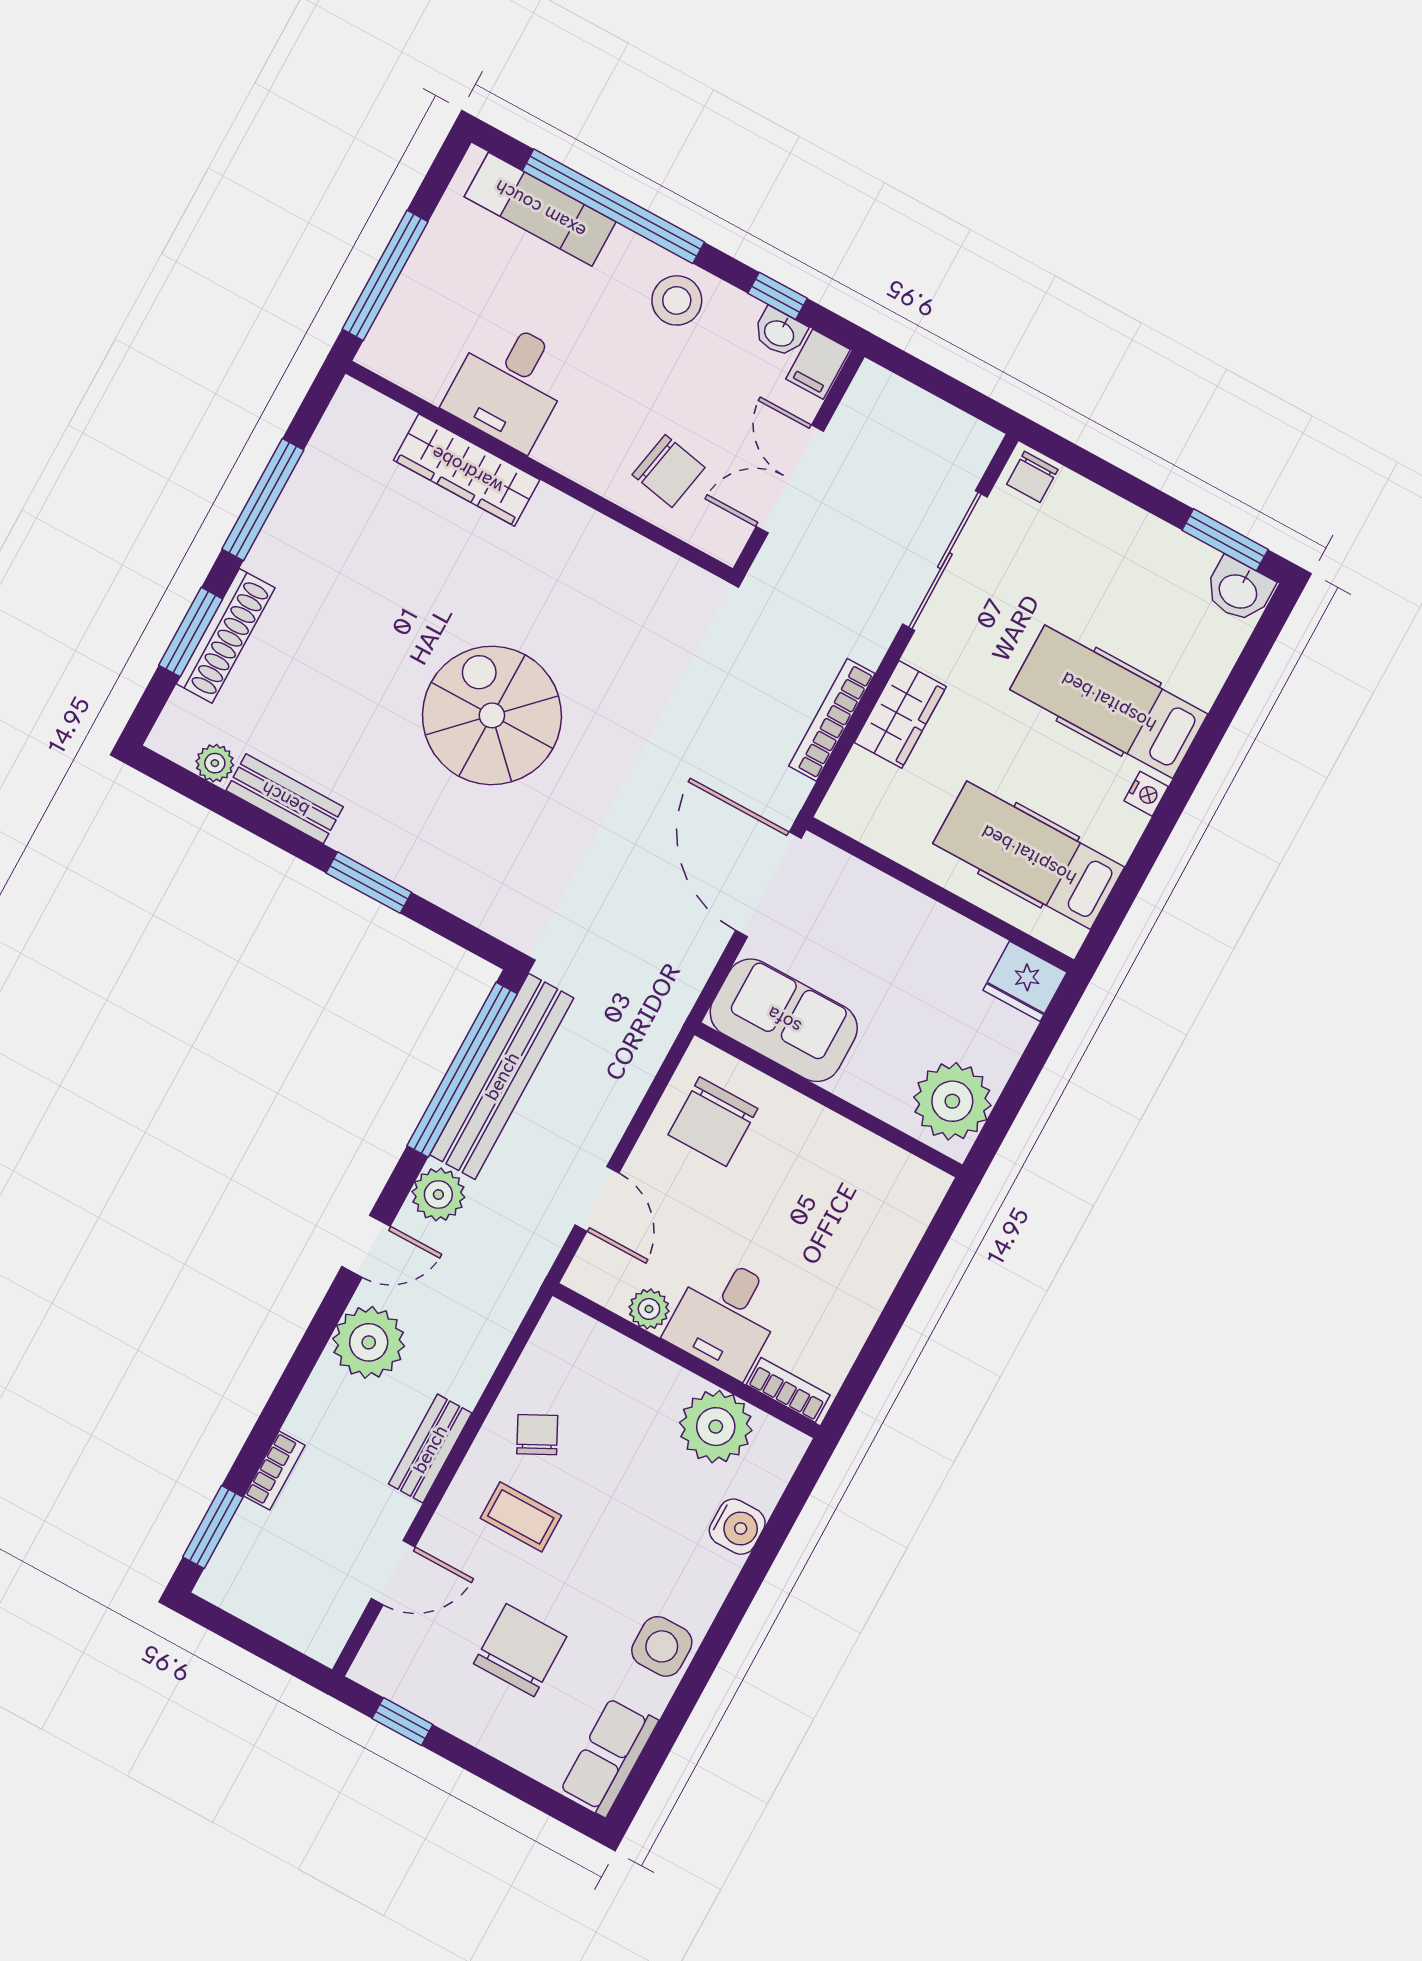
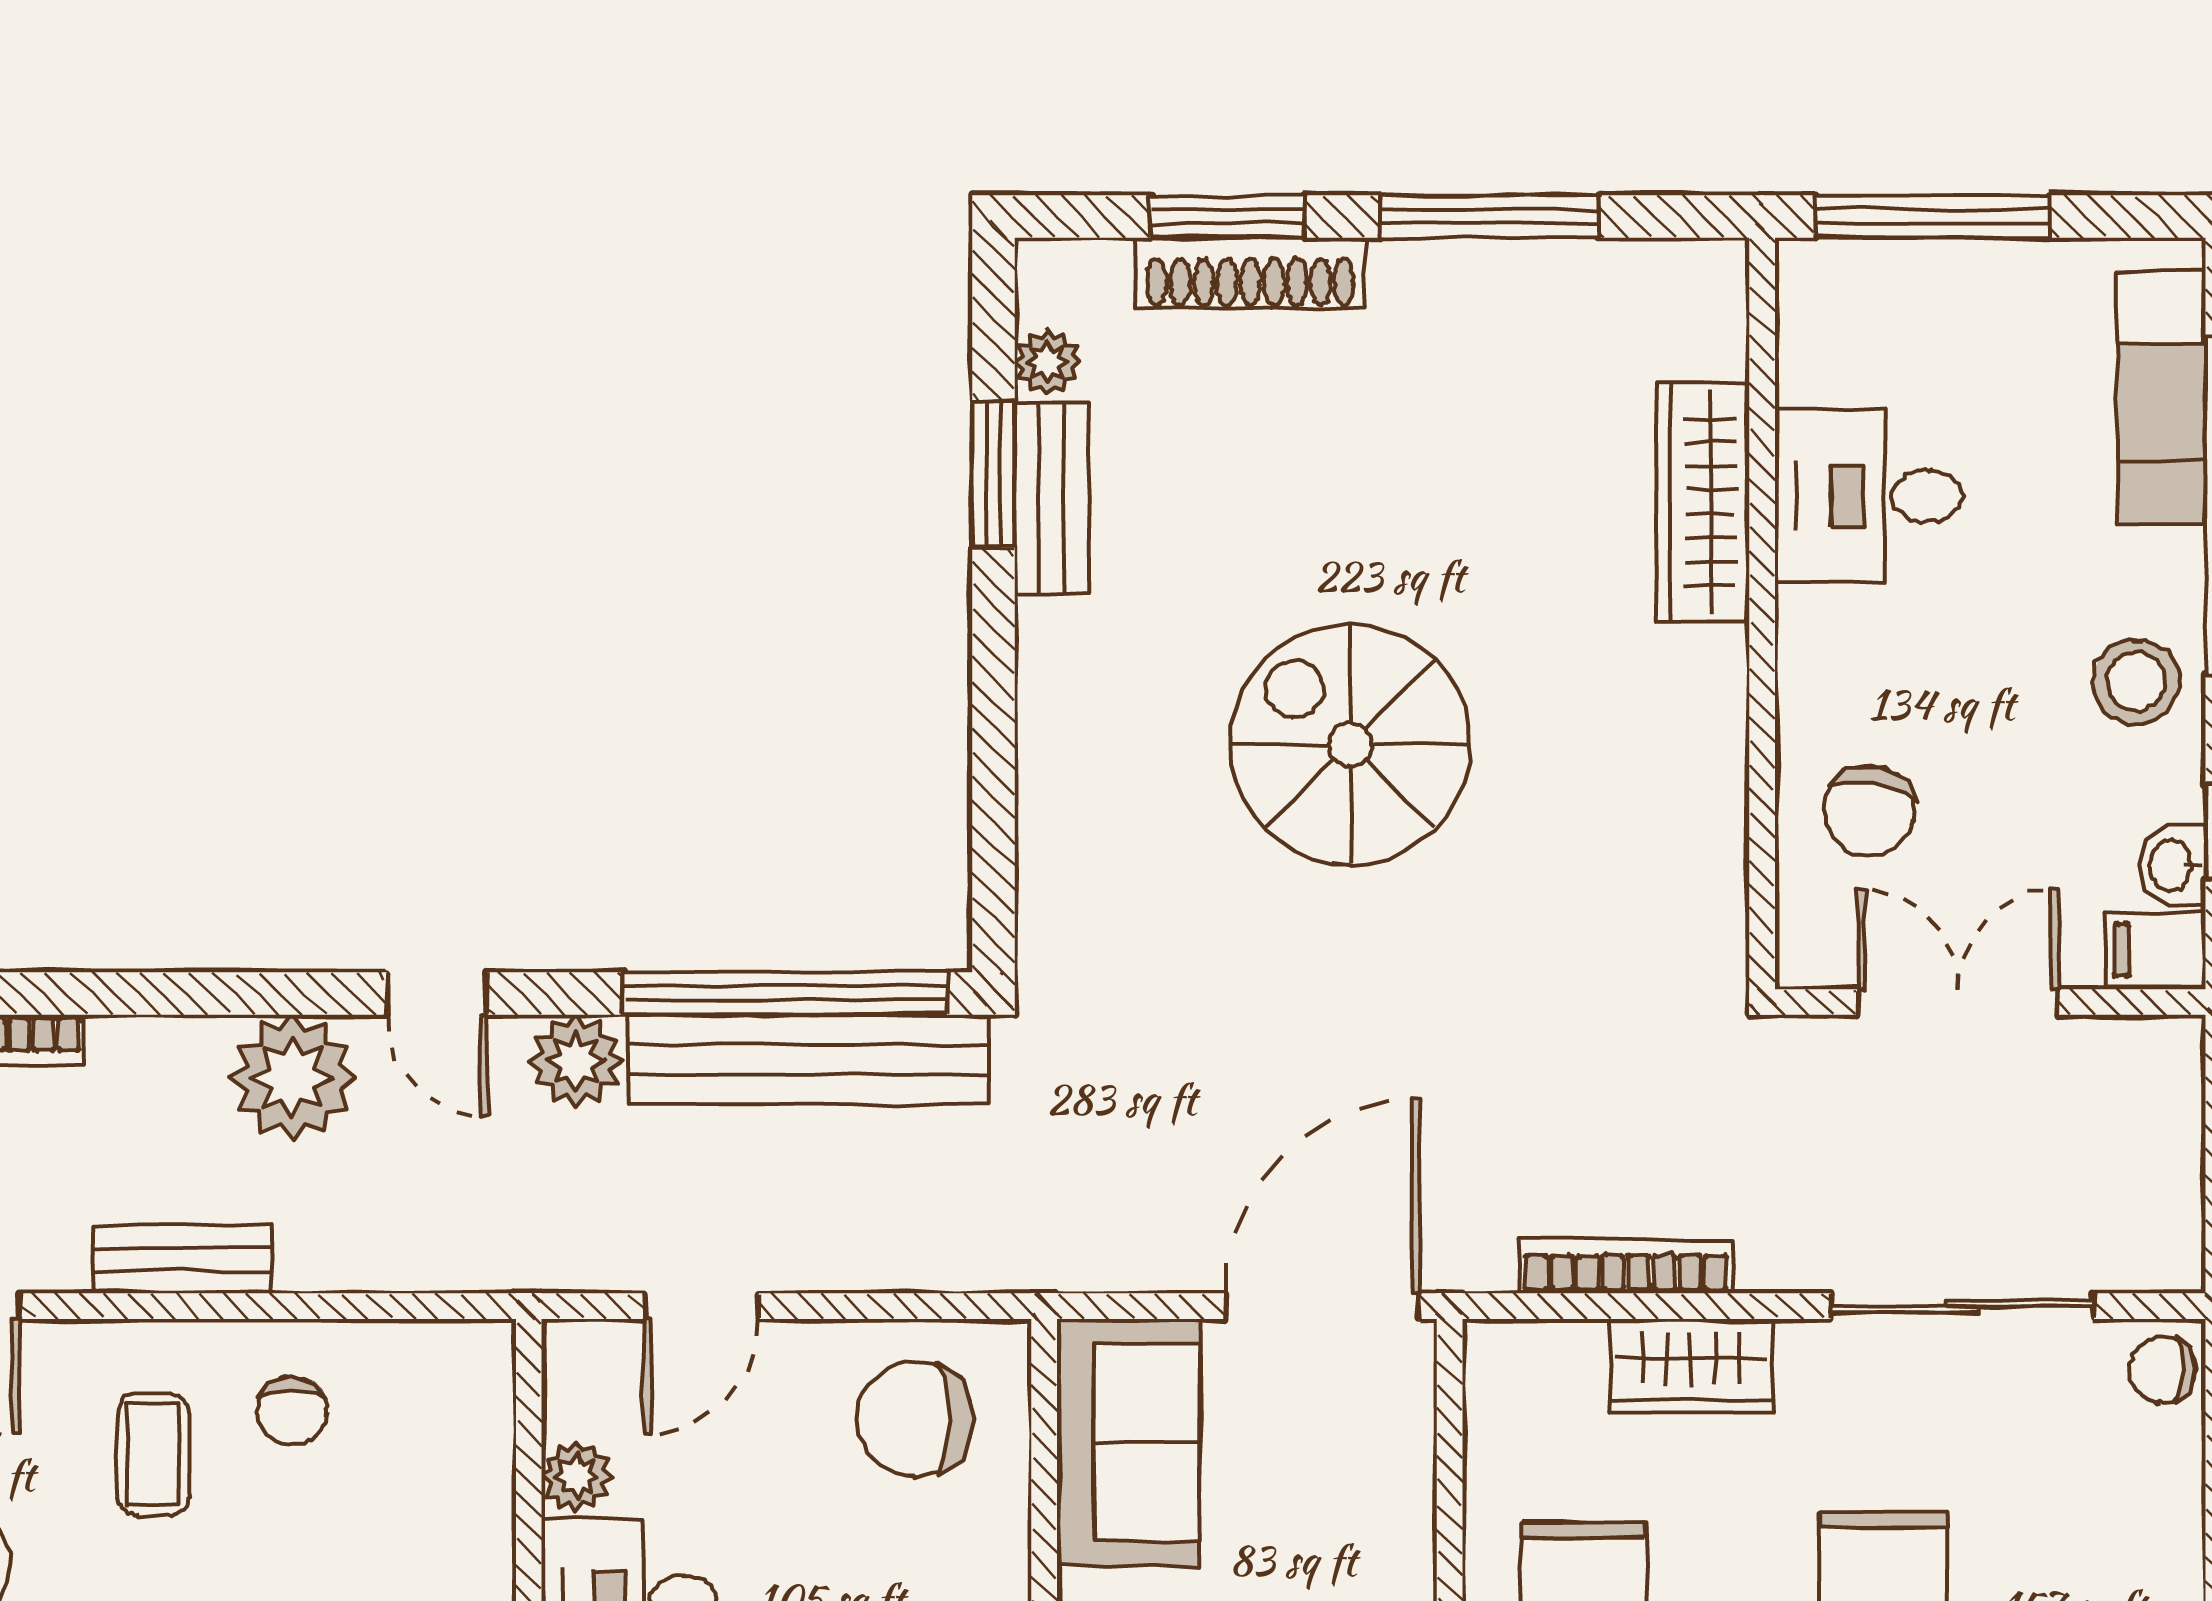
spiral stairs: (492, 715) -> (1350, 745), turned -90
window: (369, 883) -> (993, 474), moved
chair: (537, 1435) -> (292, 1411), turned 117

